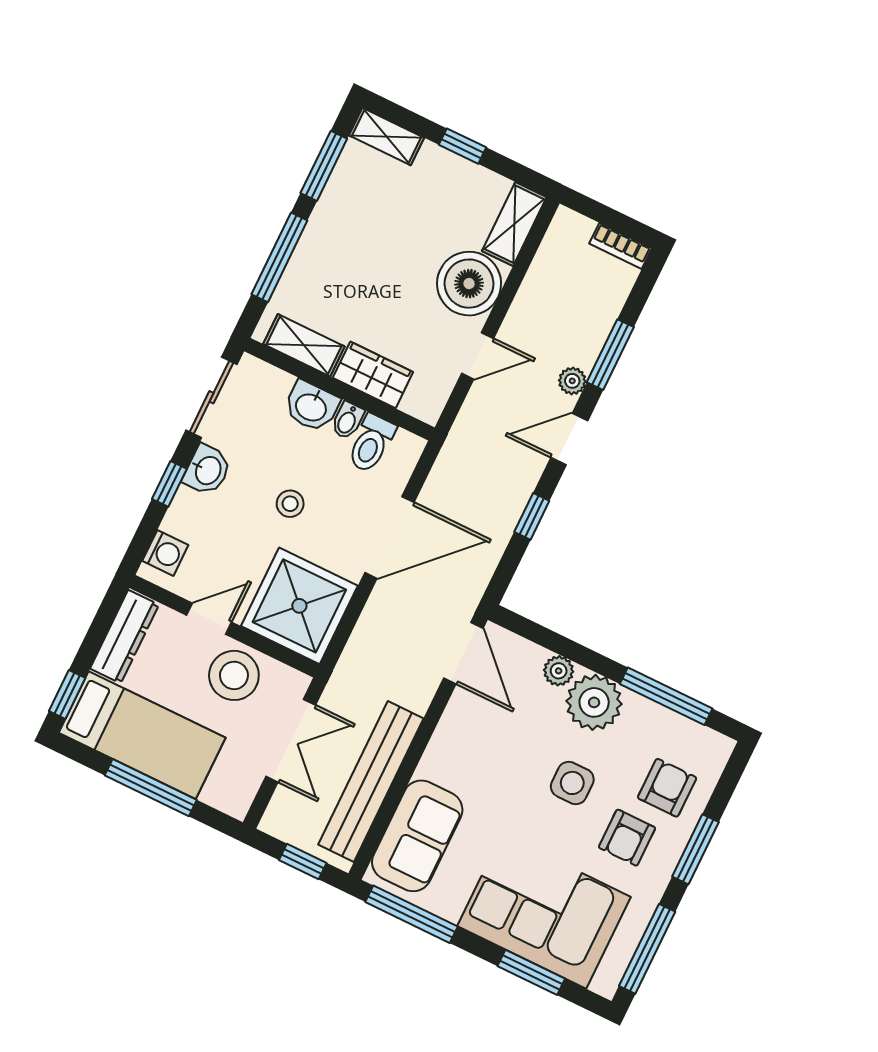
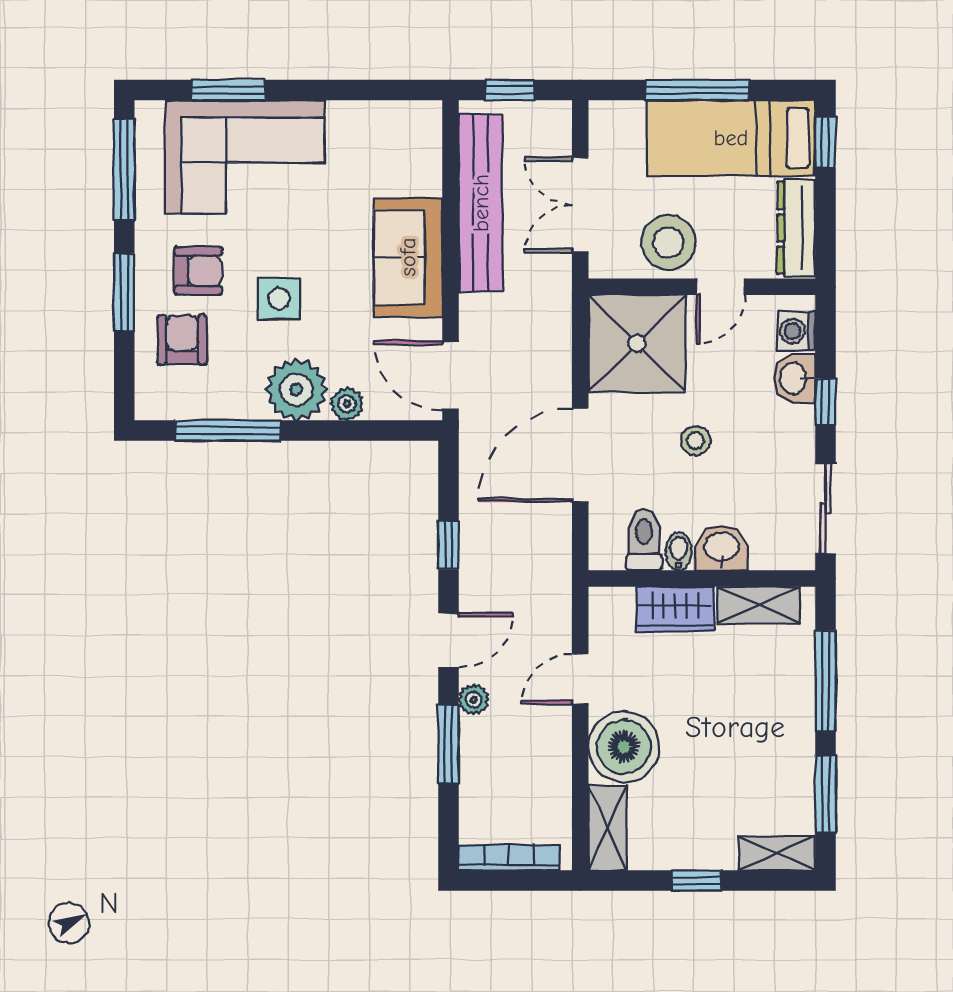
bookcase: (621, 246) -> (509, 858), width x1.56
washbasin: (207, 470) -> (794, 378), moved
armchair: (667, 788) -> (182, 340), turned 180
sofa: (417, 836) -> (408, 257), moved
armchair: (627, 838) -> (198, 271), turned 90
window: (412, 914) -> (376, 90), removed

